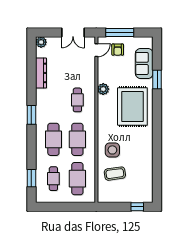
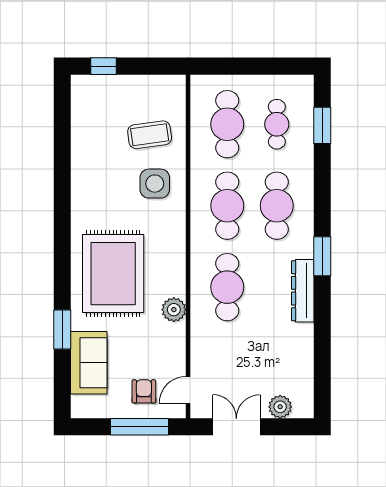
plant: (41, 42) -> (280, 407), moved
dresser: (41, 73) -> (303, 291), moved
cafe table: (77, 100) -> (227, 287), width x1.37, depth x1.35

